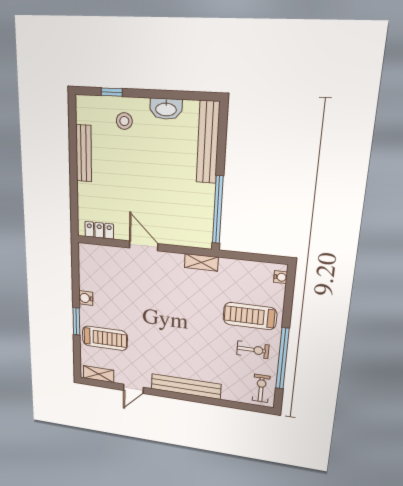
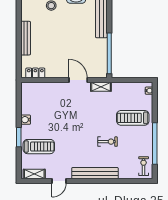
bench: (84, 153) -> (26, 38), moved
door: (144, 246) -> (78, 80), moved
exercise bike: (253, 350) -> (108, 142), moved

